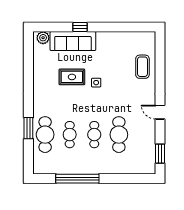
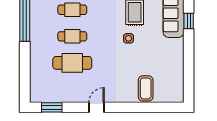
coffee table: (142, 67) -> (146, 88), turned 90

